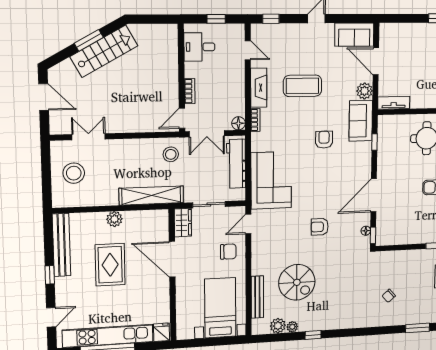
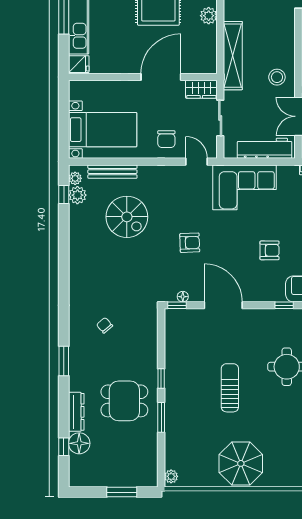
armchair: (324, 140) -> (270, 250), moved
armchair: (320, 227) -> (190, 243), turned 88
spiral stairs: (297, 282) -> (127, 217), turned -90
plant: (292, 327) -> (75, 178), moved
window: (313, 335) -> (64, 195), moved

